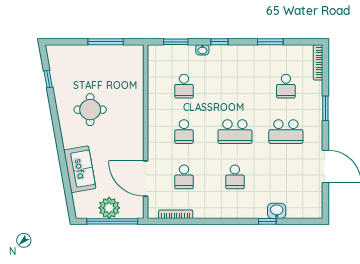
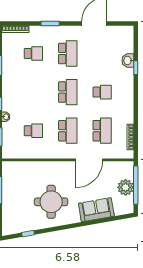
round table: (90, 110) -> (51, 202), width x1.36, depth x1.36
school desk: (184, 132) -> (68, 131), width x1.85
school desk: (184, 177) -> (102, 131), width x1.85
door: (146, 179) -> (89, 160), moved

